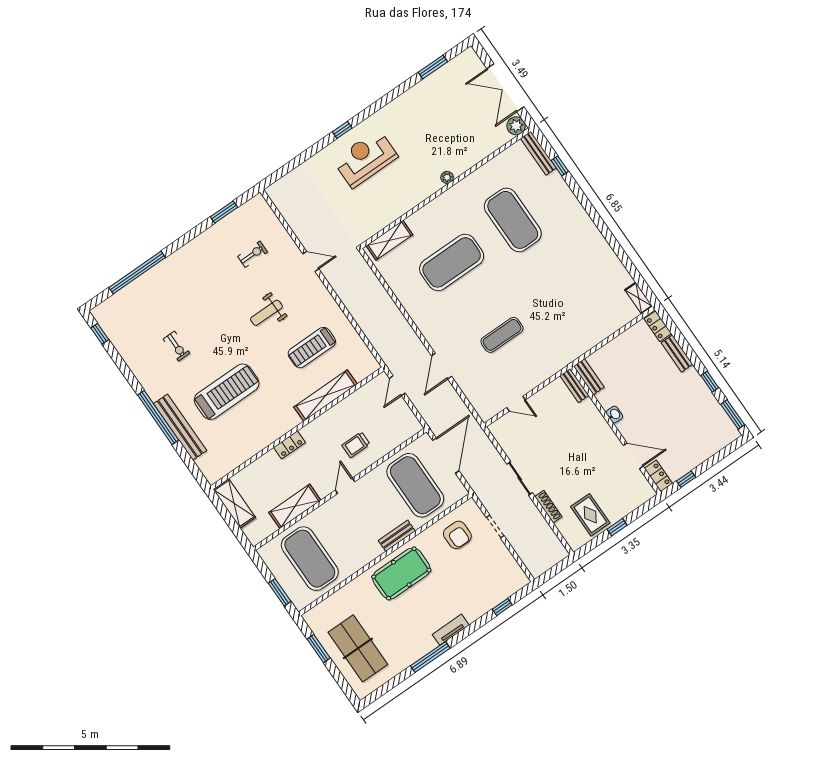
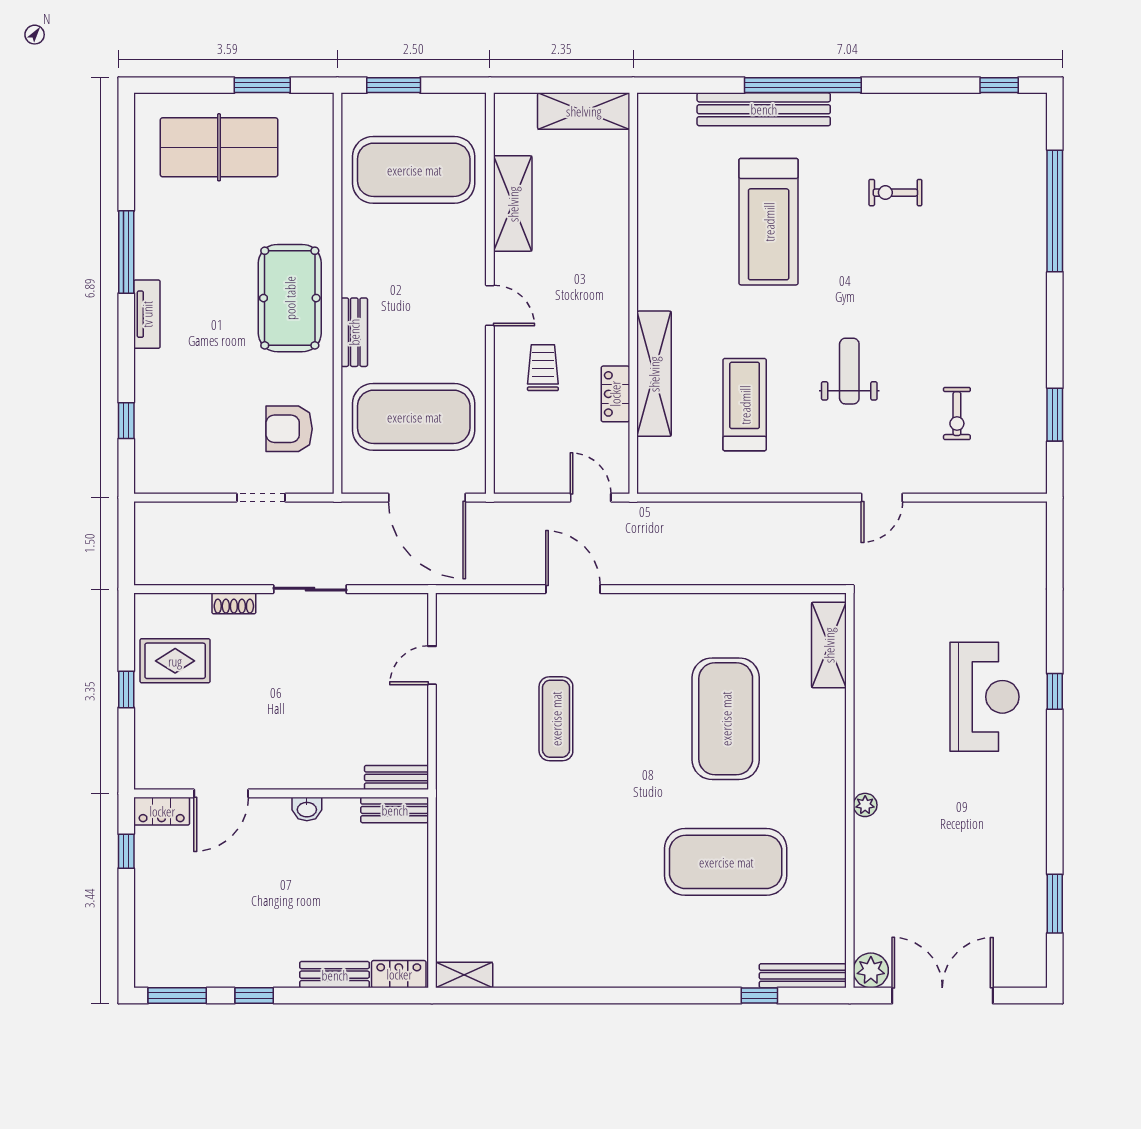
locker: (289, 445) -> (615, 394), moved
shoe rack: (548, 507) -> (234, 603), width x0.70

